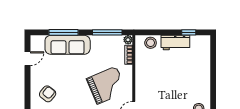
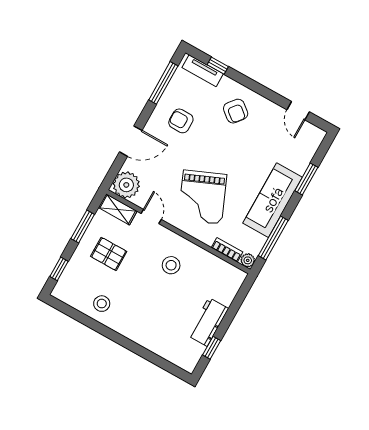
window: (63, 32) -> (306, 179), width x0.69
stool: (151, 43) -> (171, 265), moved
sofa: (68, 45) -> (273, 200), moved

